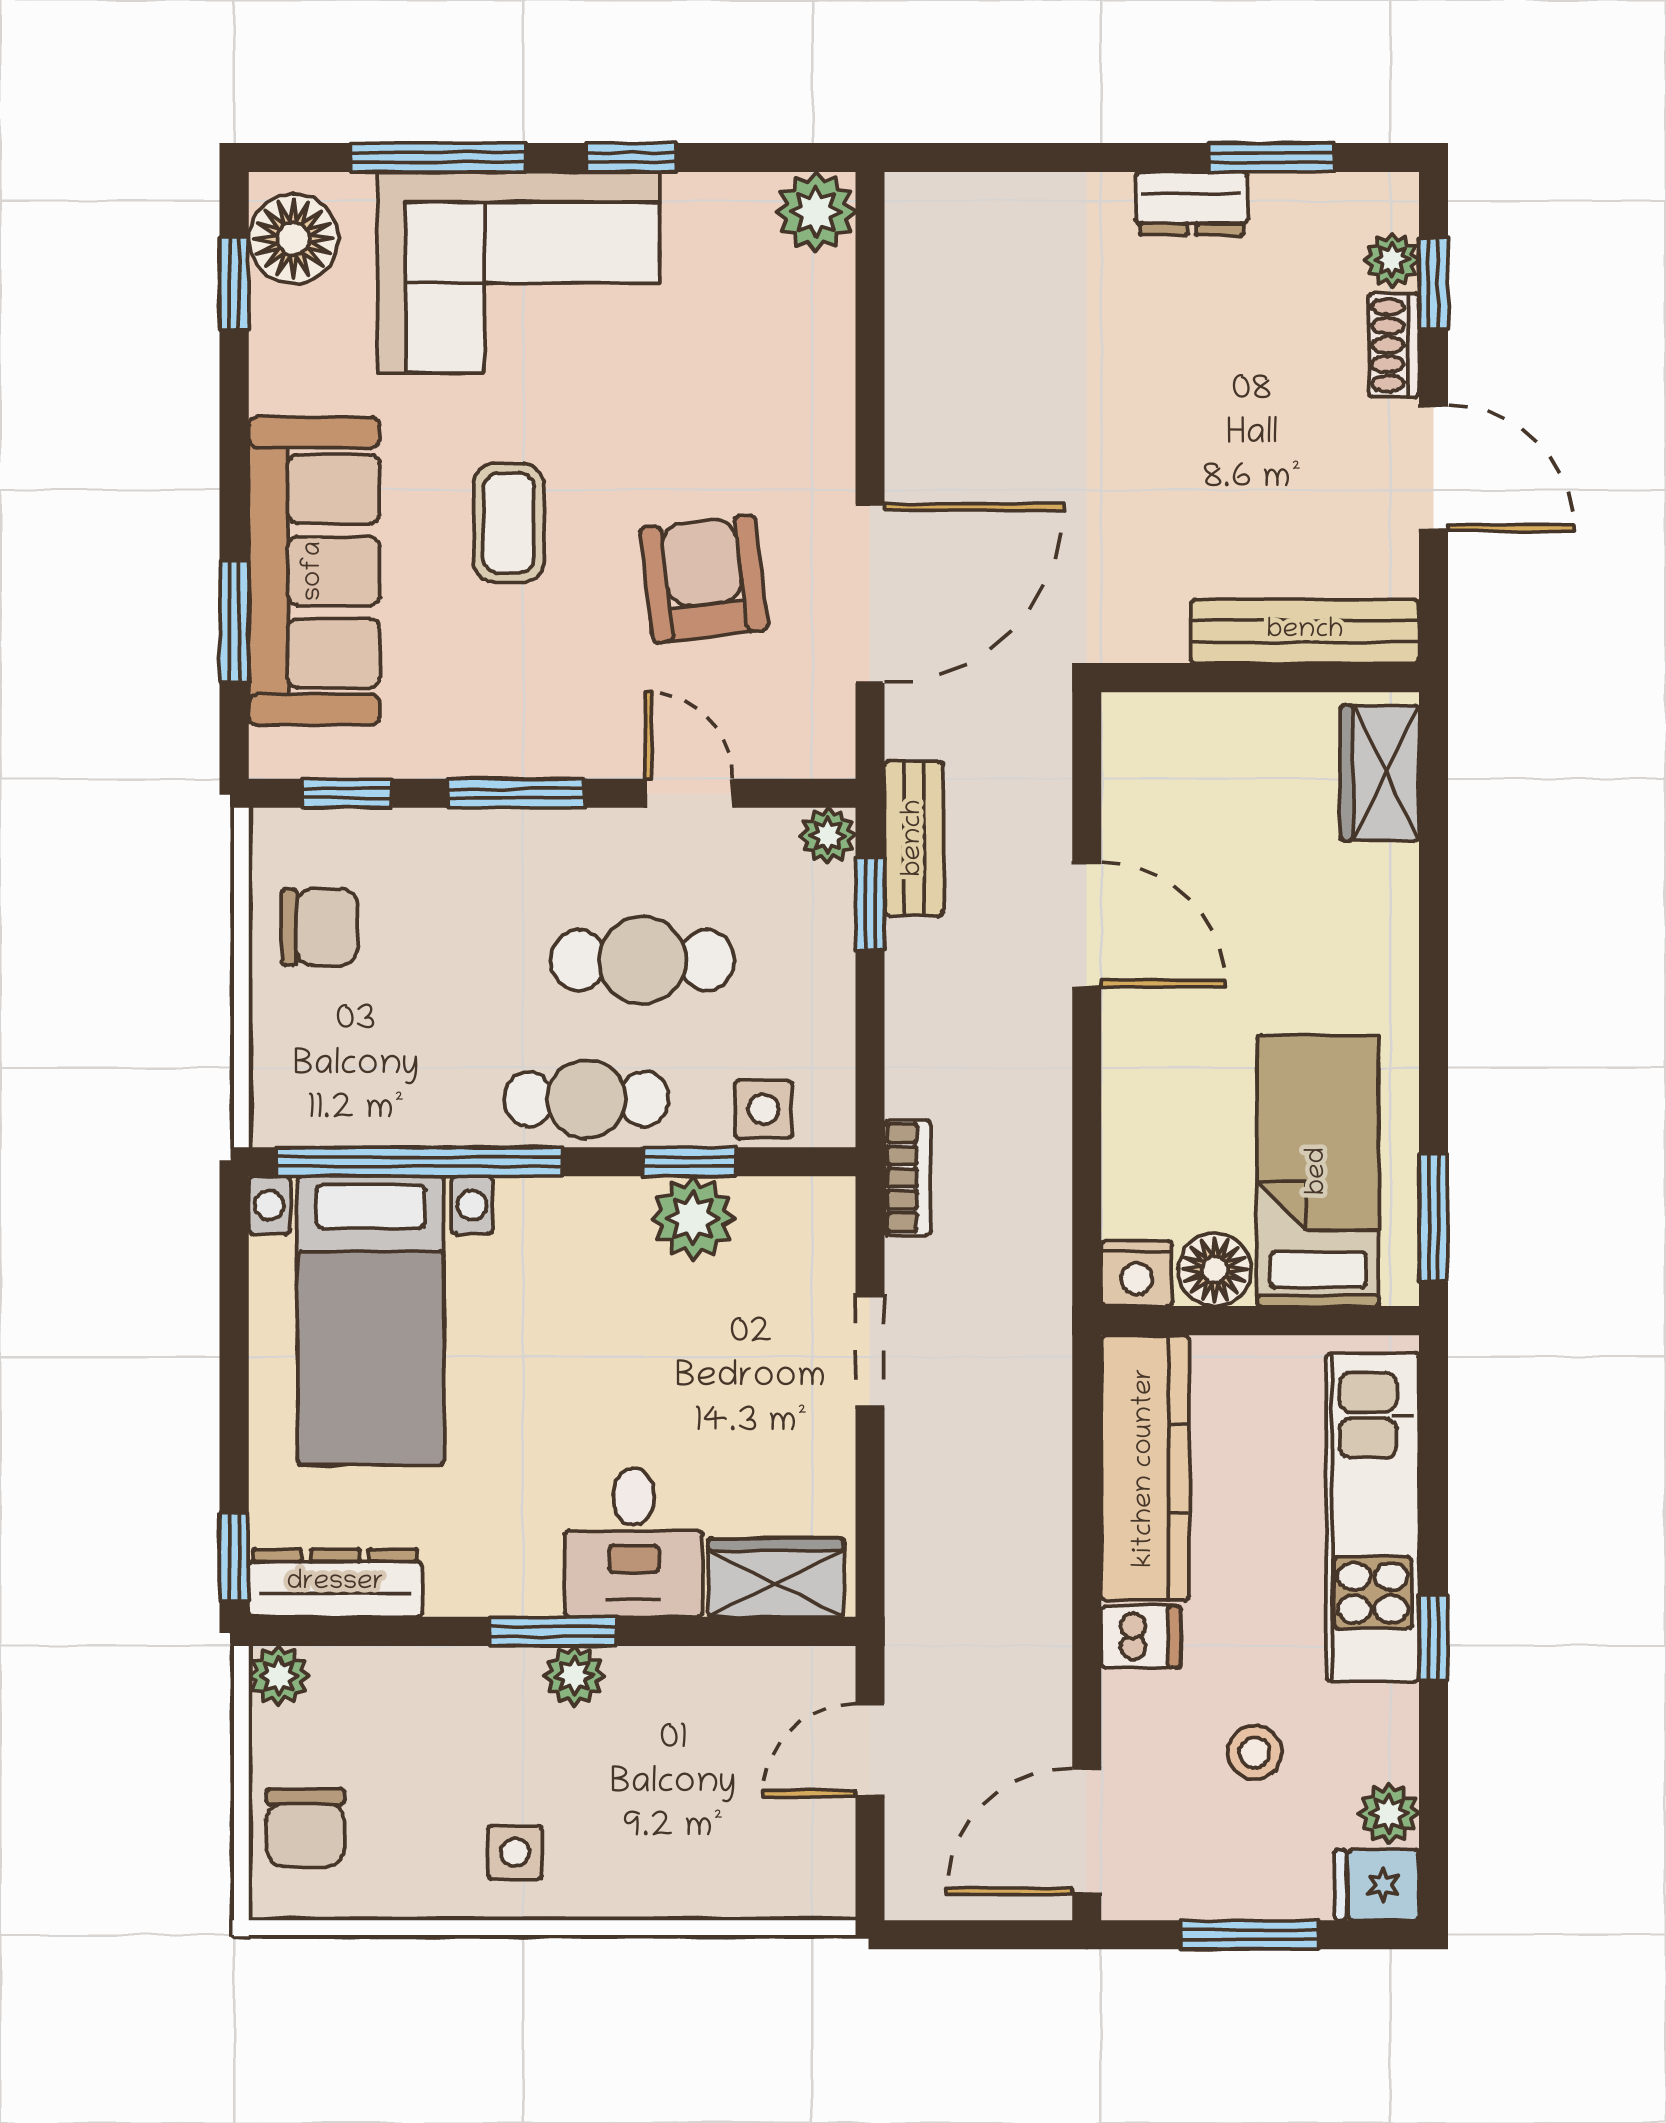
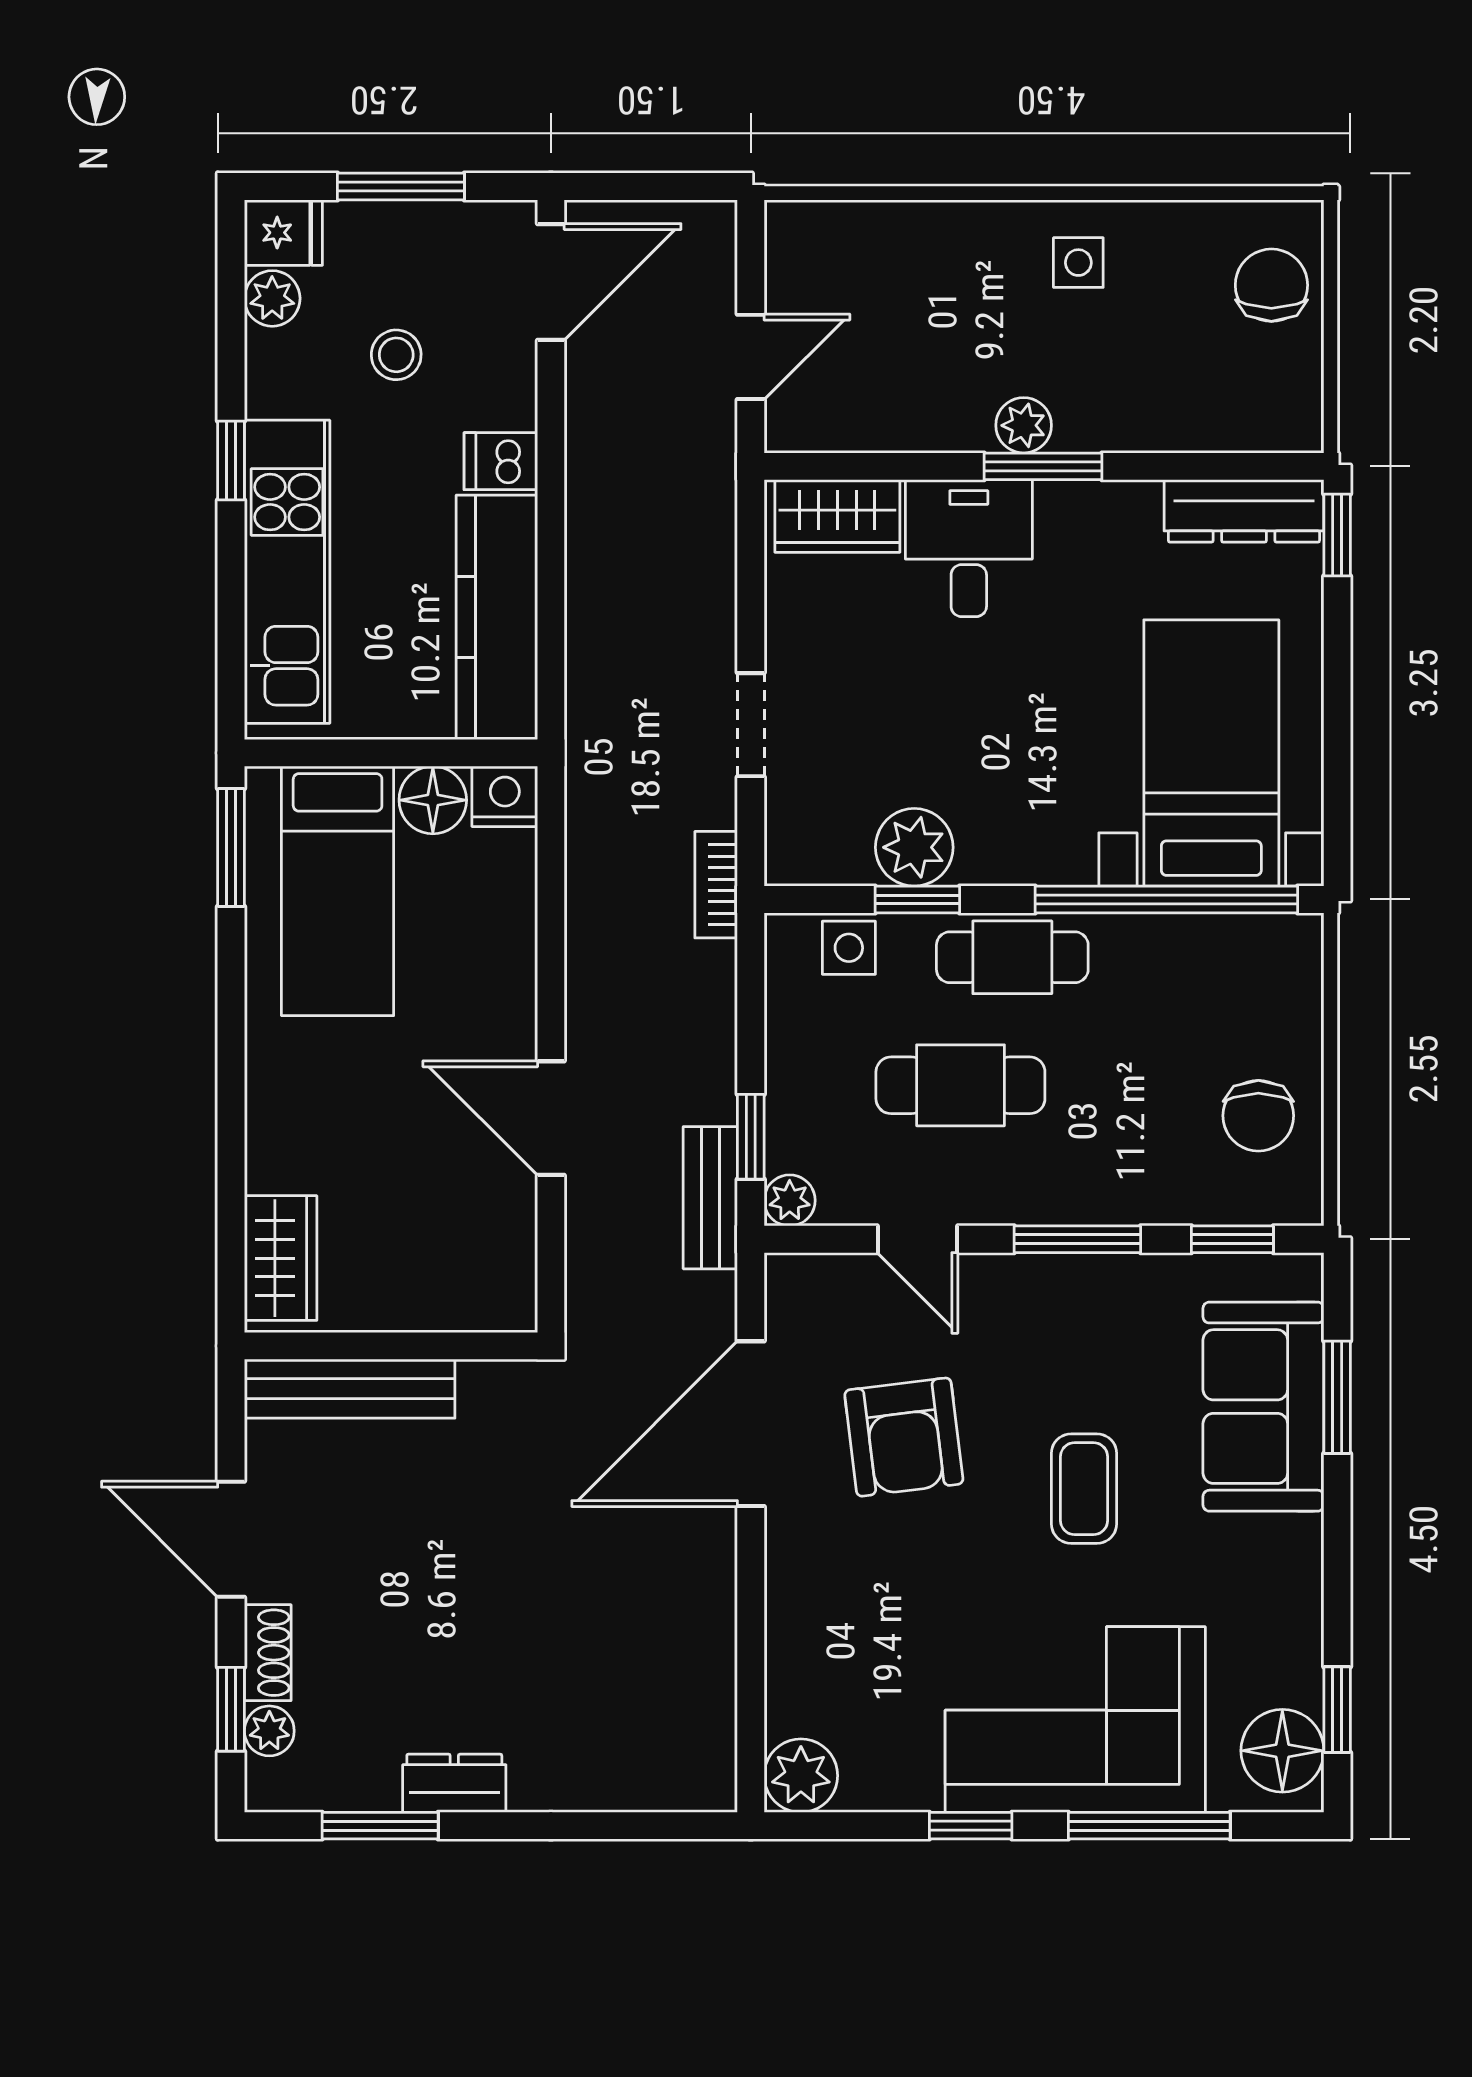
sofa: (314, 571) -> (1263, 1407), width x0.73
chair: (320, 927) -> (1258, 1116), turned -90
plant: (279, 1676) -> (1296, 425), removed

